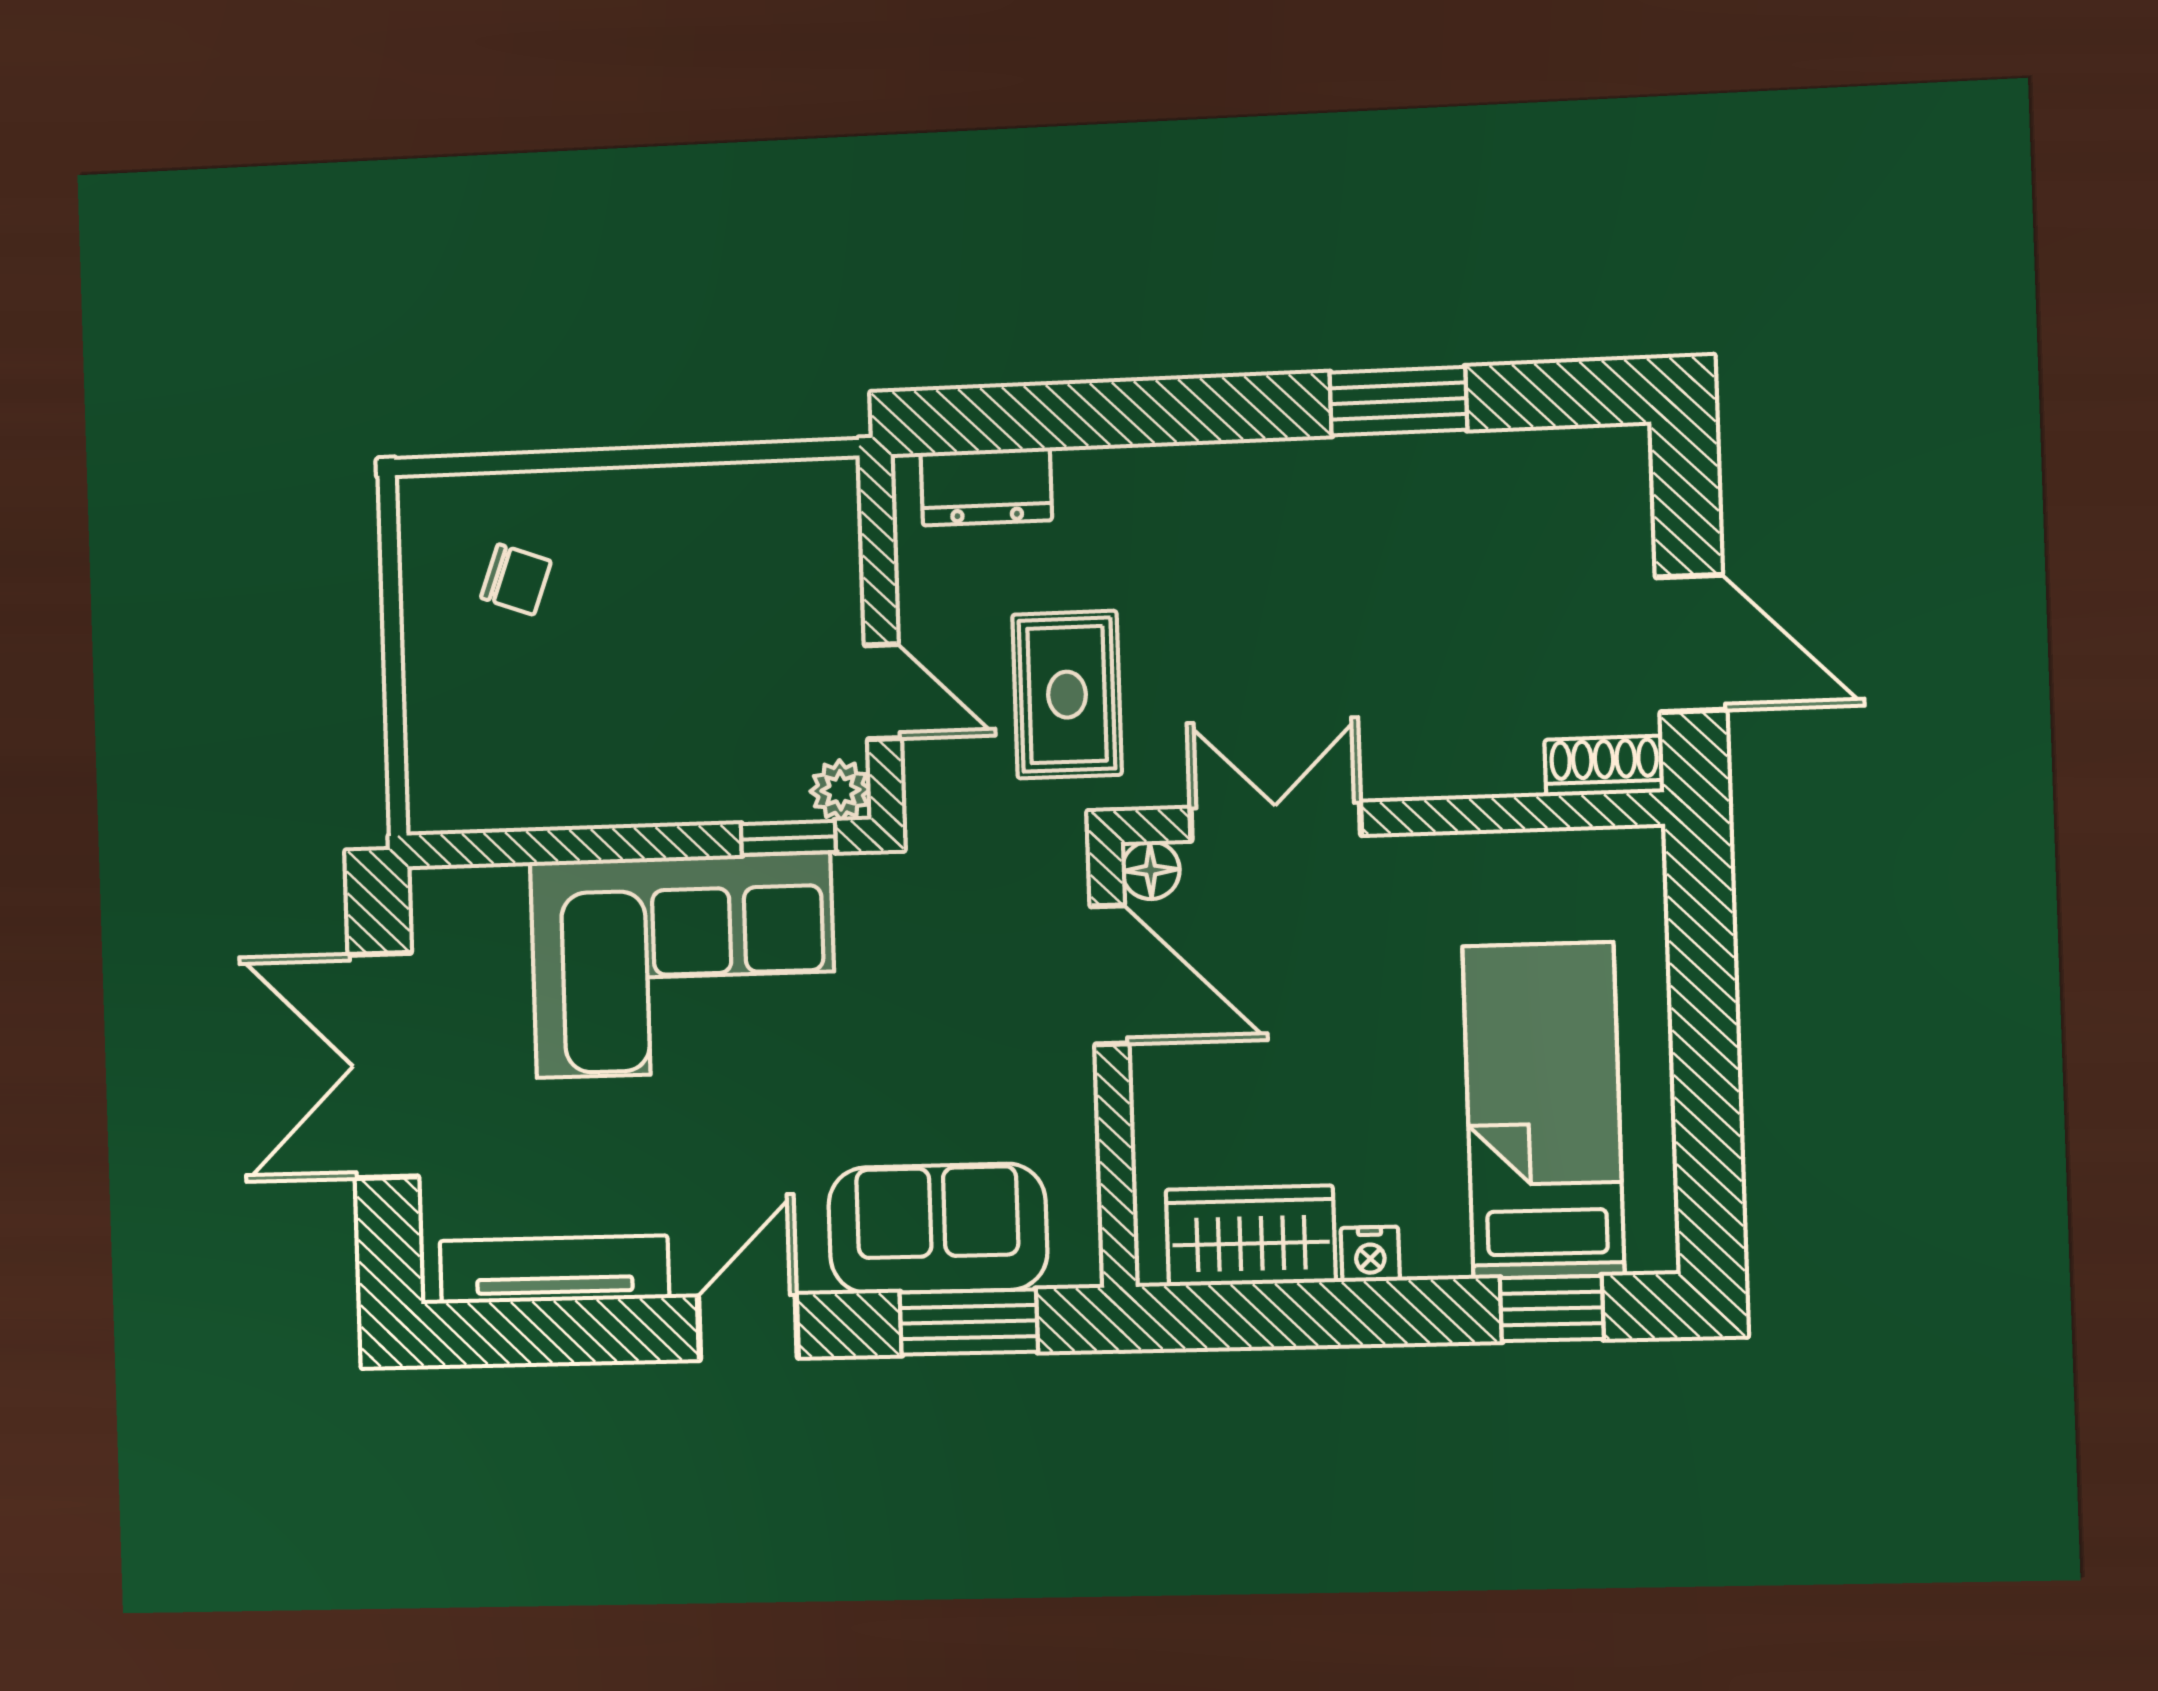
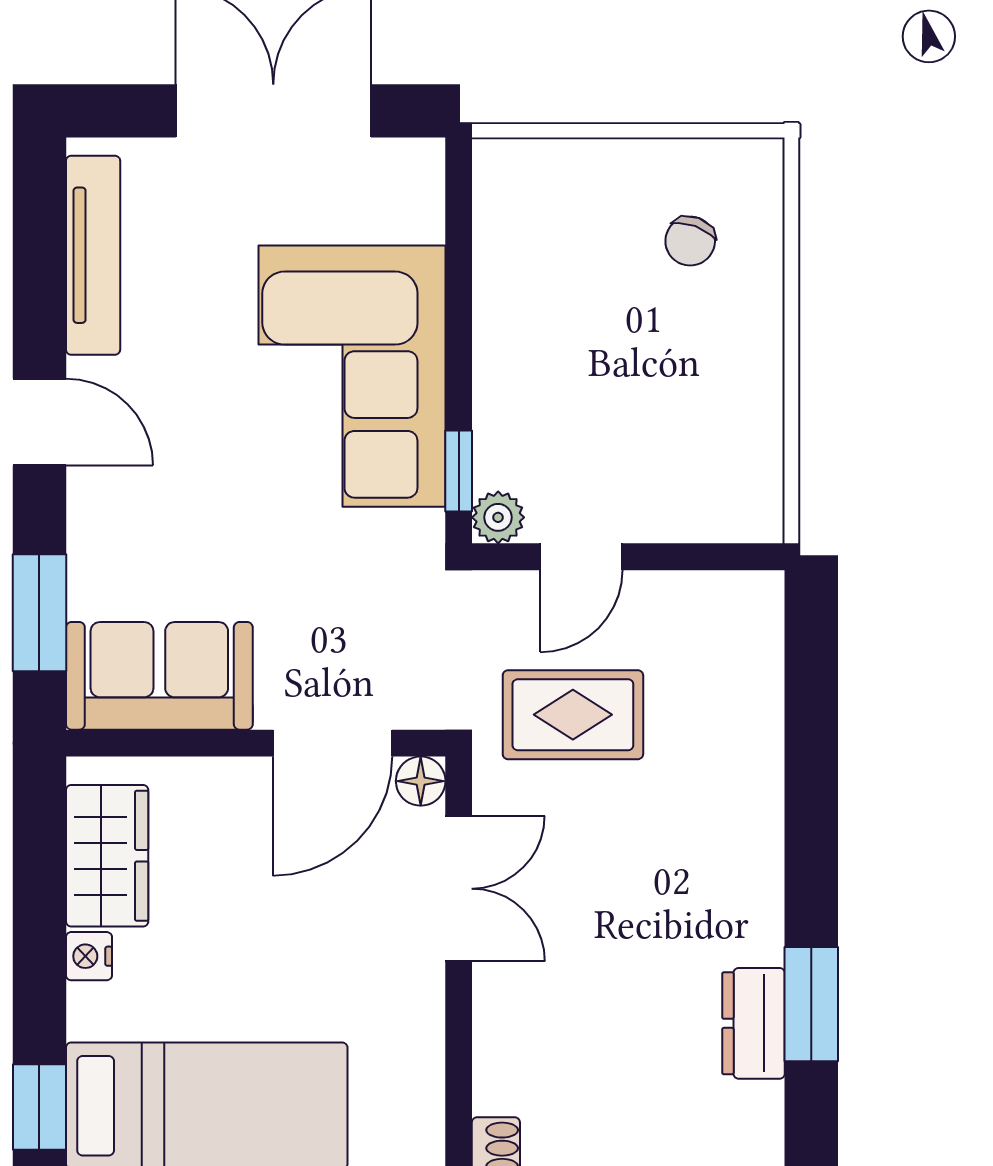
dresser: (986, 487) -> (754, 1023), moved
sofa: (938, 1229) -> (159, 676), moved, turned -90

